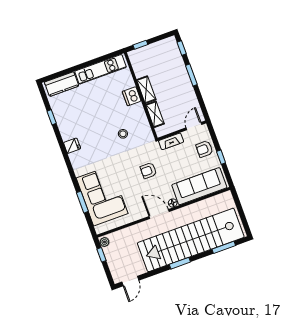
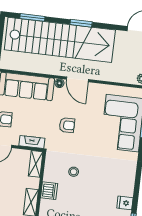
dishwasher: (132, 96) -> (49, 191), moved
shelving: (155, 114) -> (36, 164), moved
fridge: (72, 146) -> (125, 203), moved

